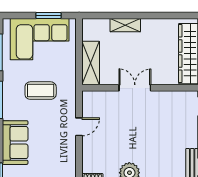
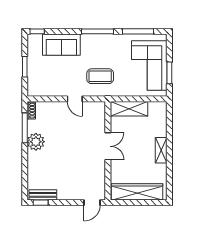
shelving: (125, 25) -> (161, 150), moved
coffee table: (41, 91) -> (100, 76), moved, turned 90

